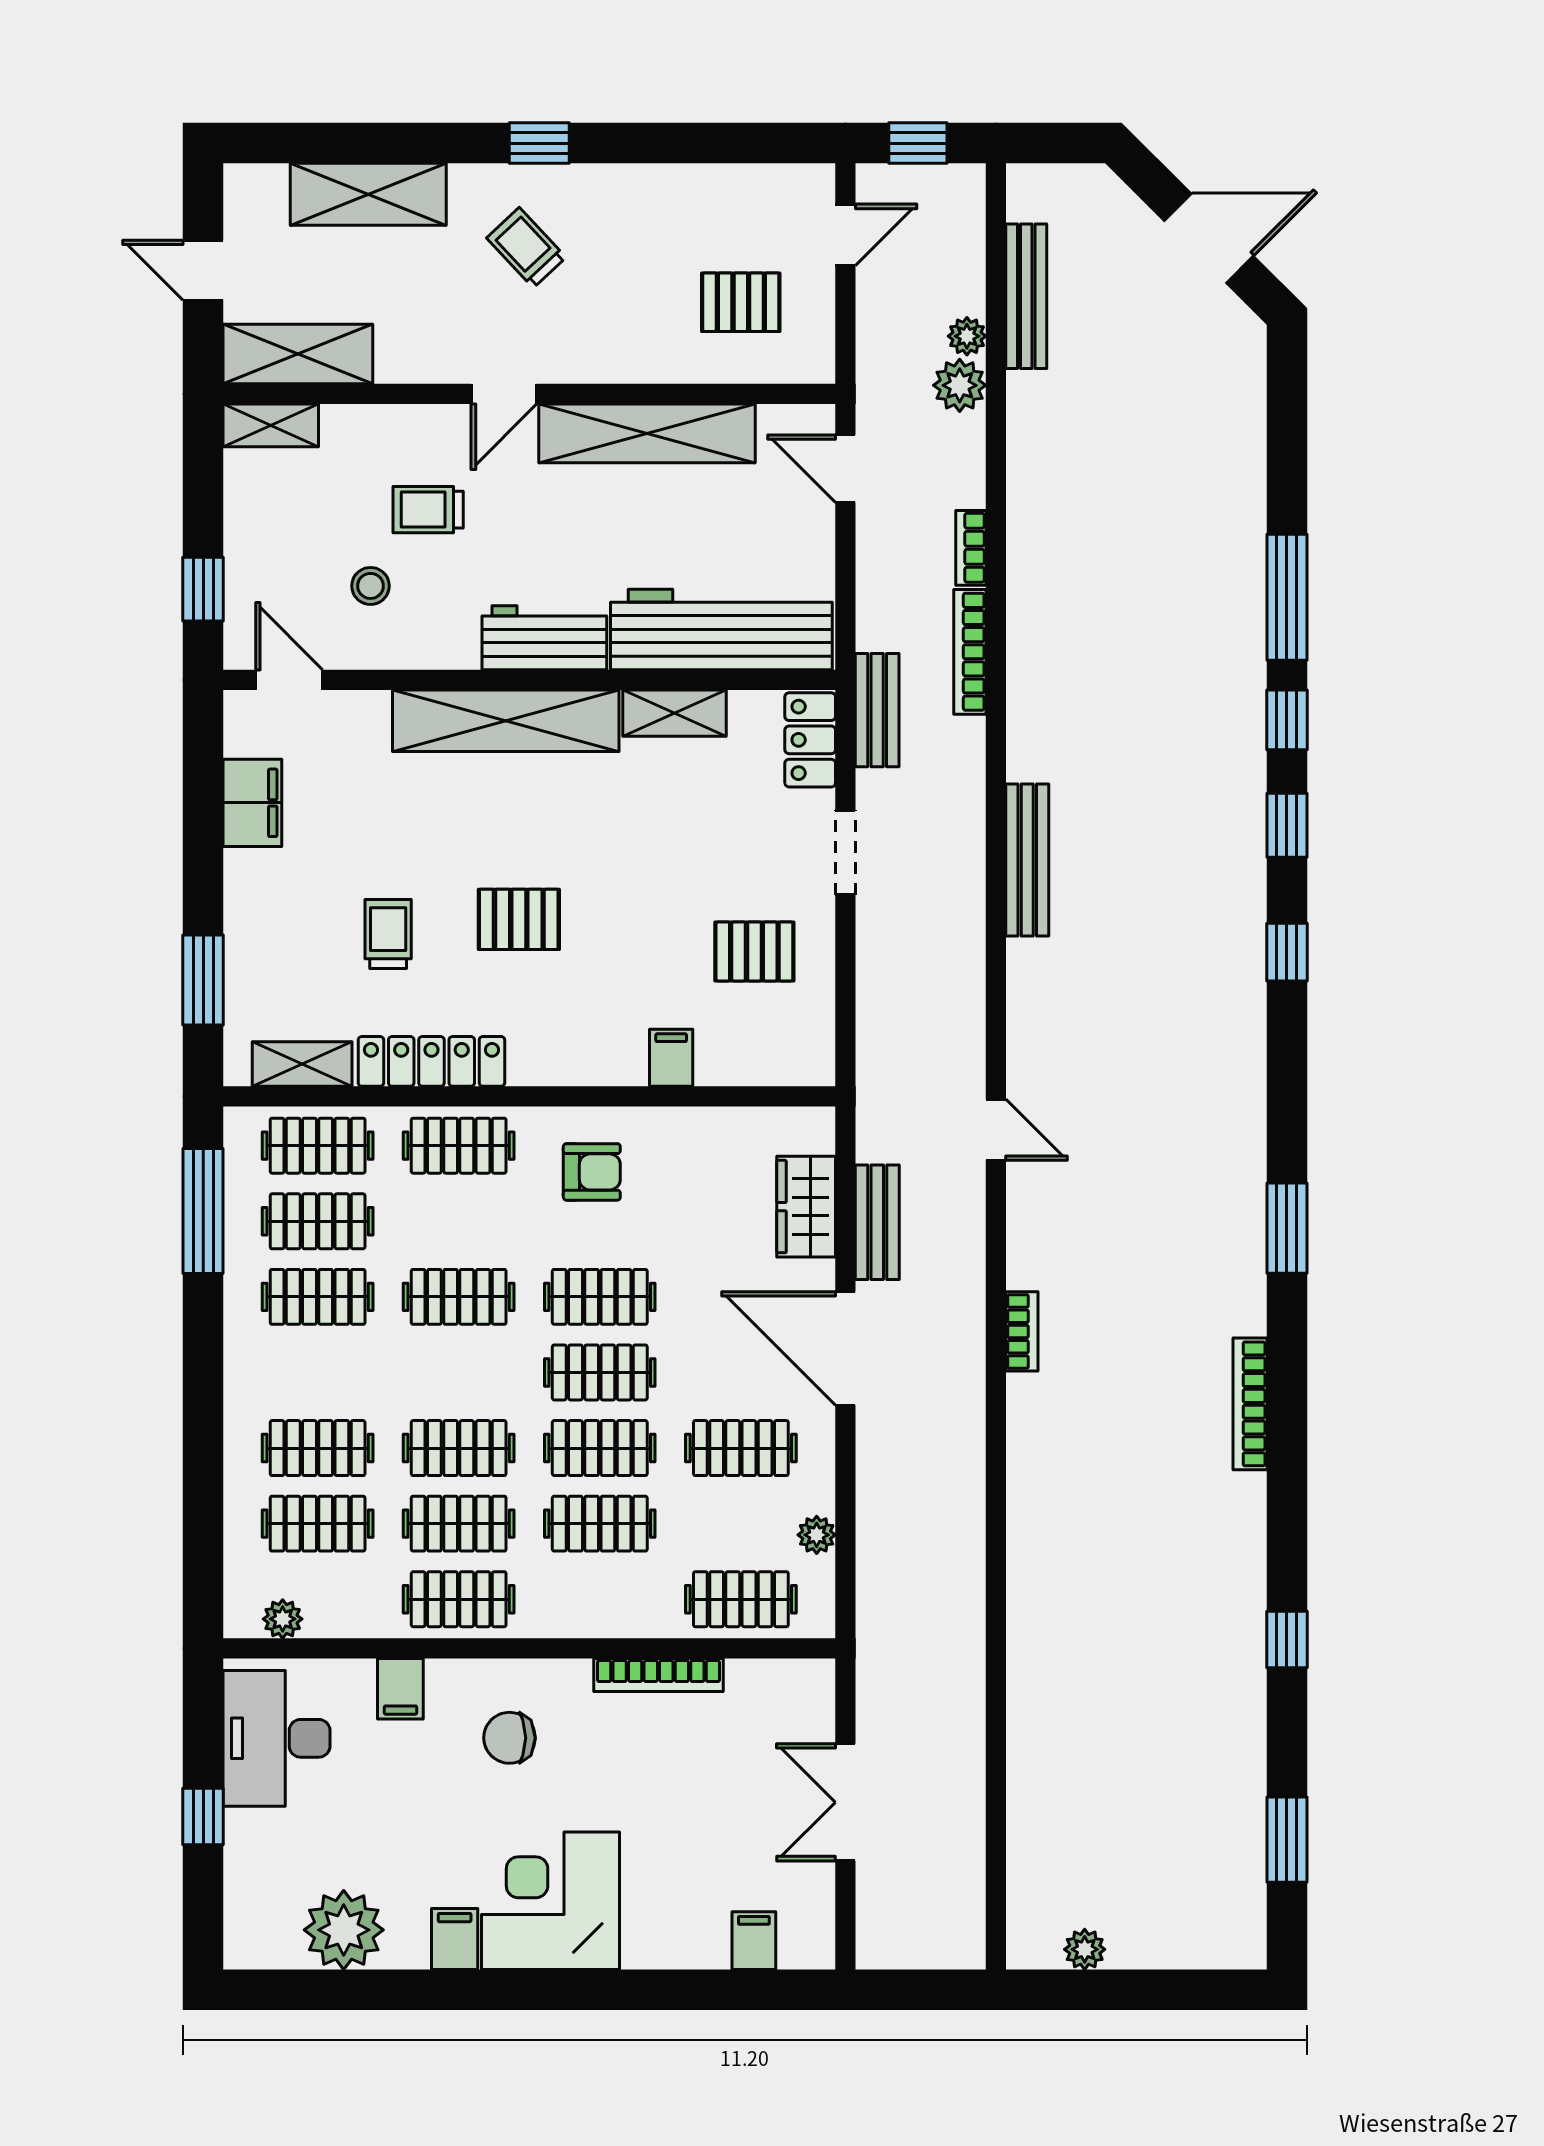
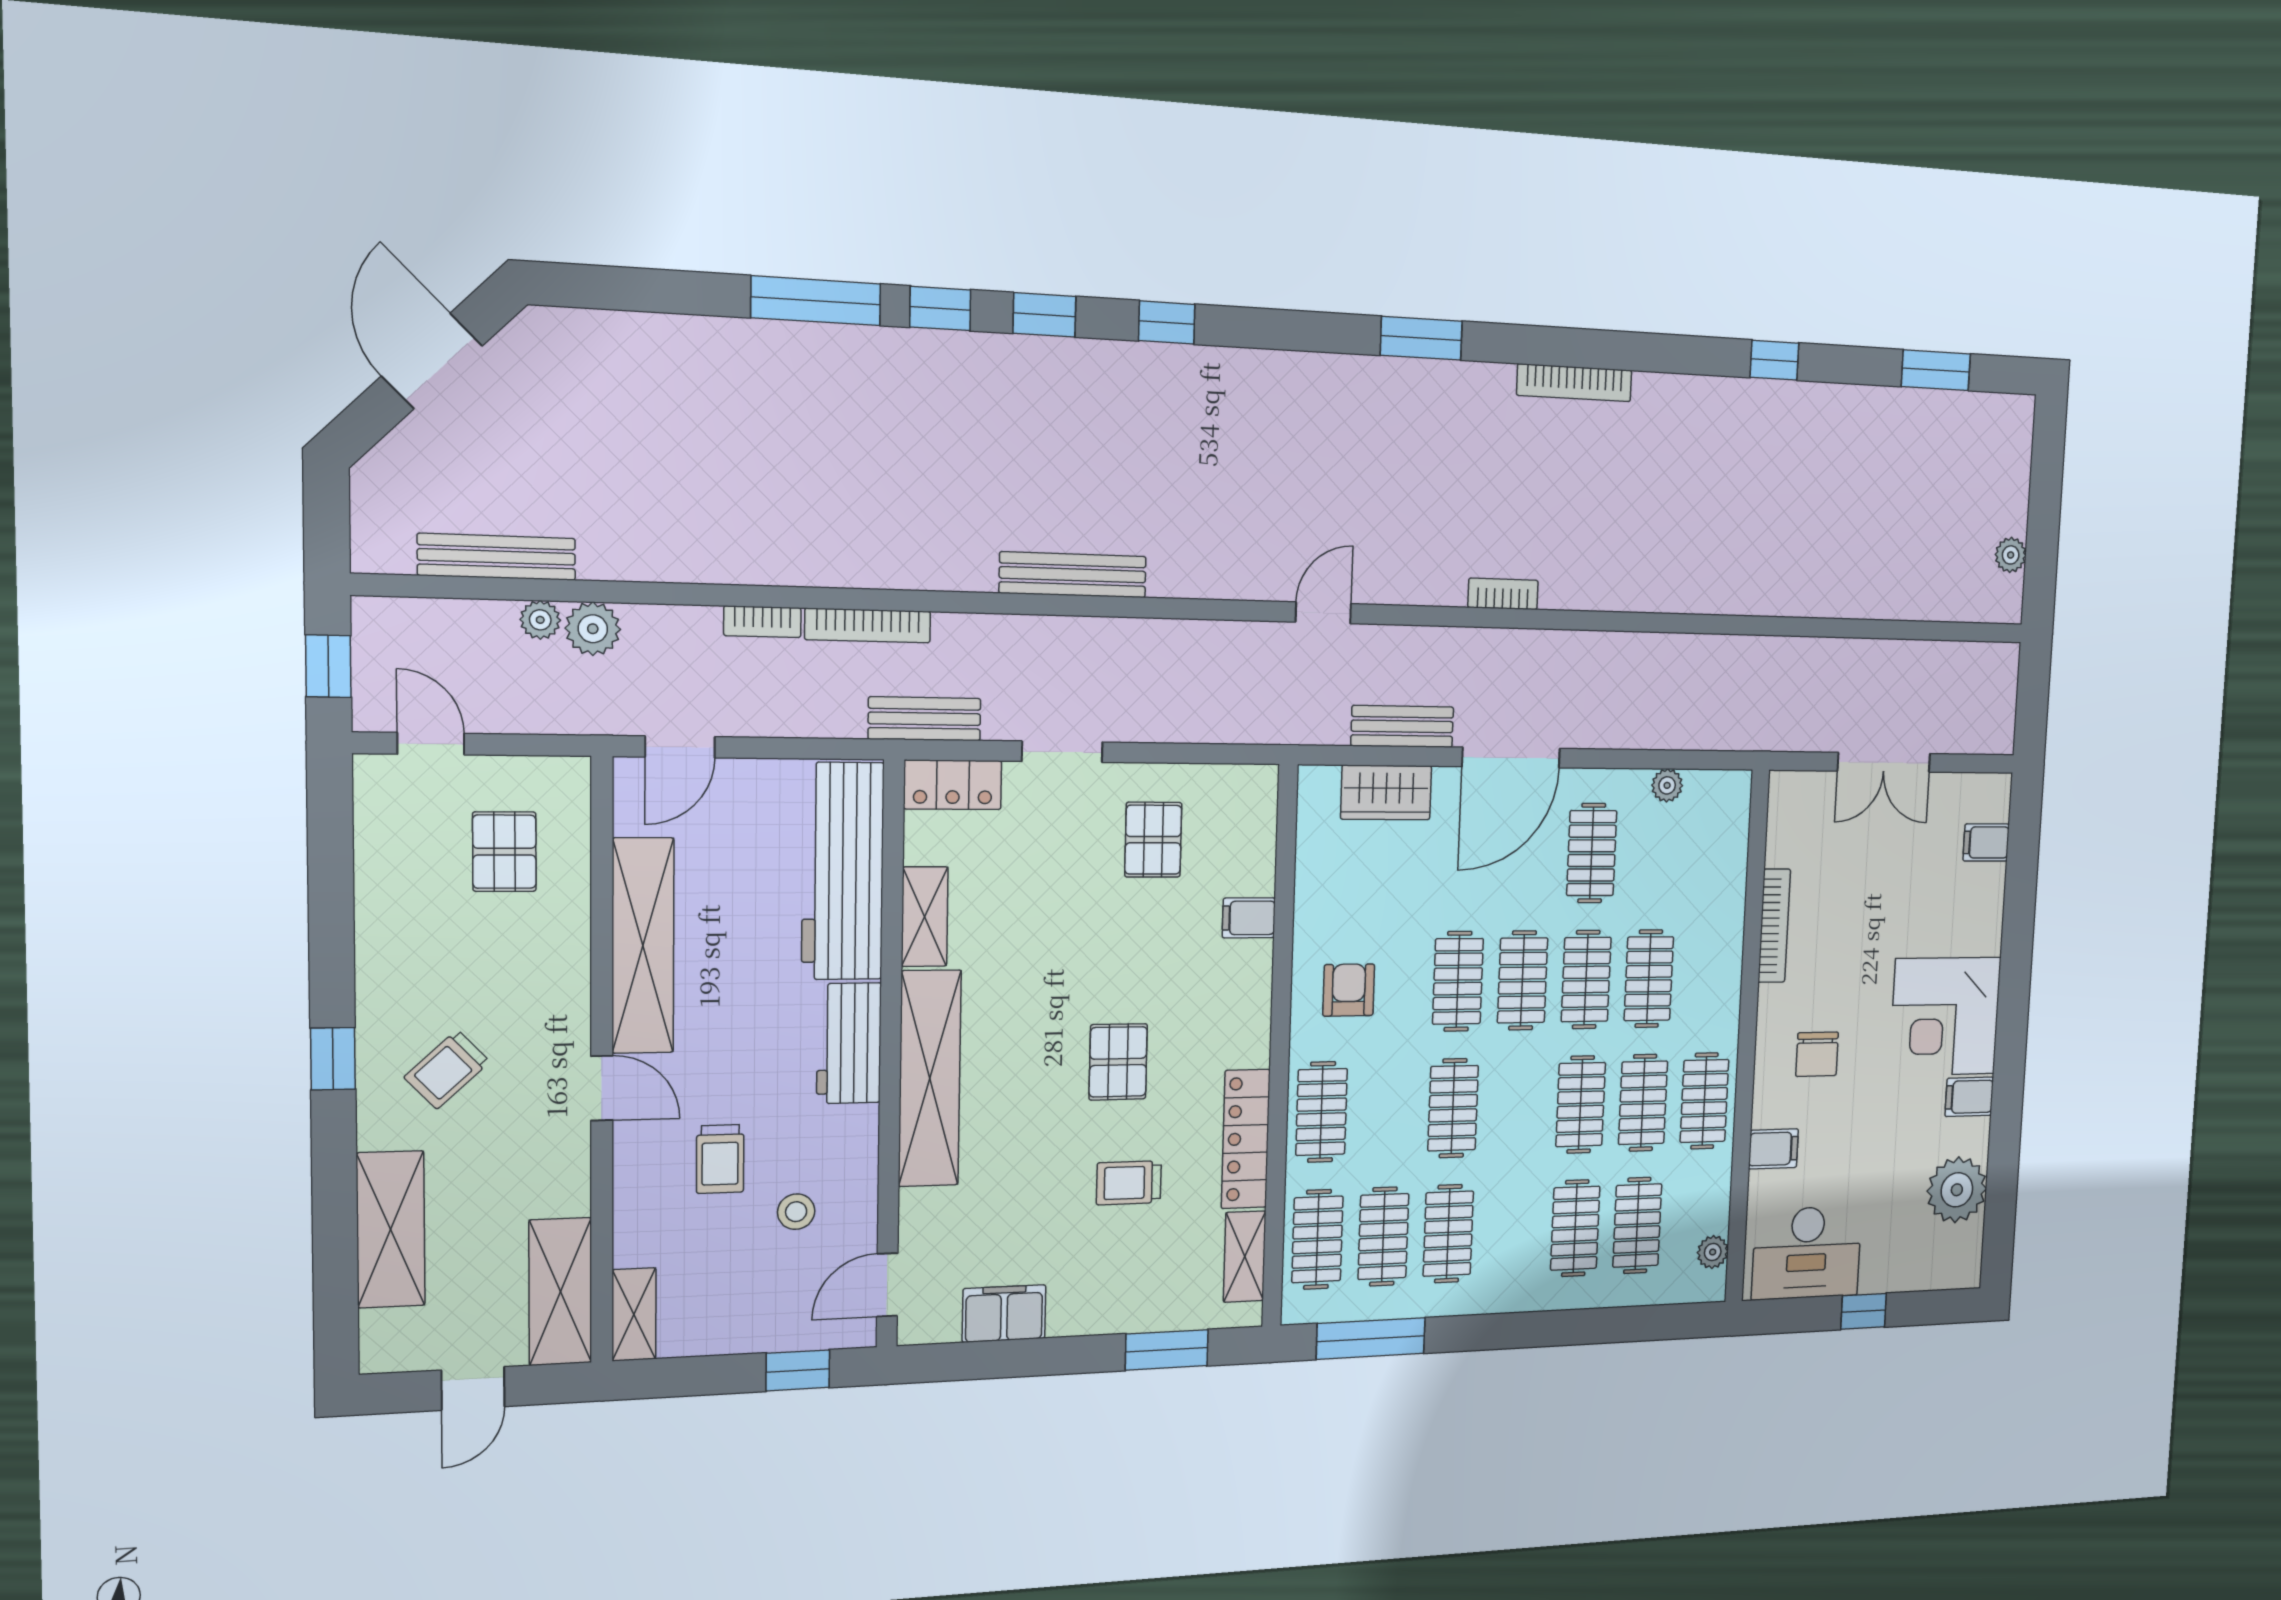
clothes rail: (741, 1599) -> (1717, 853), removed

